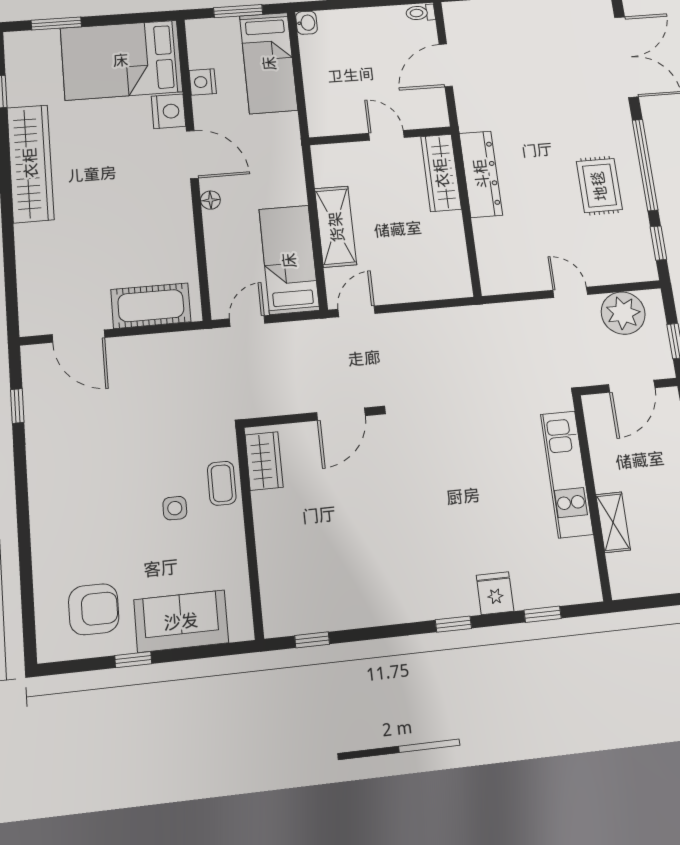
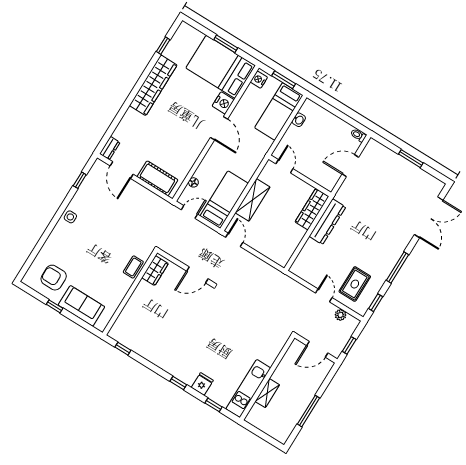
washbasin: (306, 23) -> (299, 120), moved
window: (56, 24) -> (226, 44), moved
nightstand: (203, 82) -> (259, 80), moved
door: (386, 135) -> (284, 166), moved
window: (645, 165) -> (397, 268), width x0.68
rug: (599, 186) -> (355, 284), moved
floor lamp: (210, 200) -> (193, 182), moved
door: (357, 311) -> (234, 240), hinge flipped
plant: (623, 313) -> (341, 315), width x0.53, depth x0.53
dresser: (31, 315) -> (110, 148), added
kitchen unit: (567, 474) -> (248, 389), moved
side table: (175, 508) -> (70, 217), moved
armchair: (94, 609) -> (54, 278), turned 180

